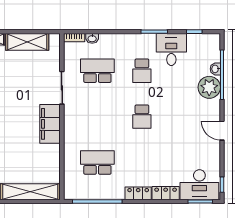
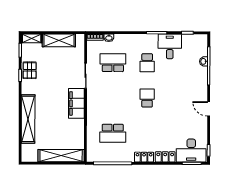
plant: (209, 87) -> (199, 76), removed
school desk: (142, 117) -> (147, 98), turned 180
school desk: (97, 163) -> (113, 133), turned 180

